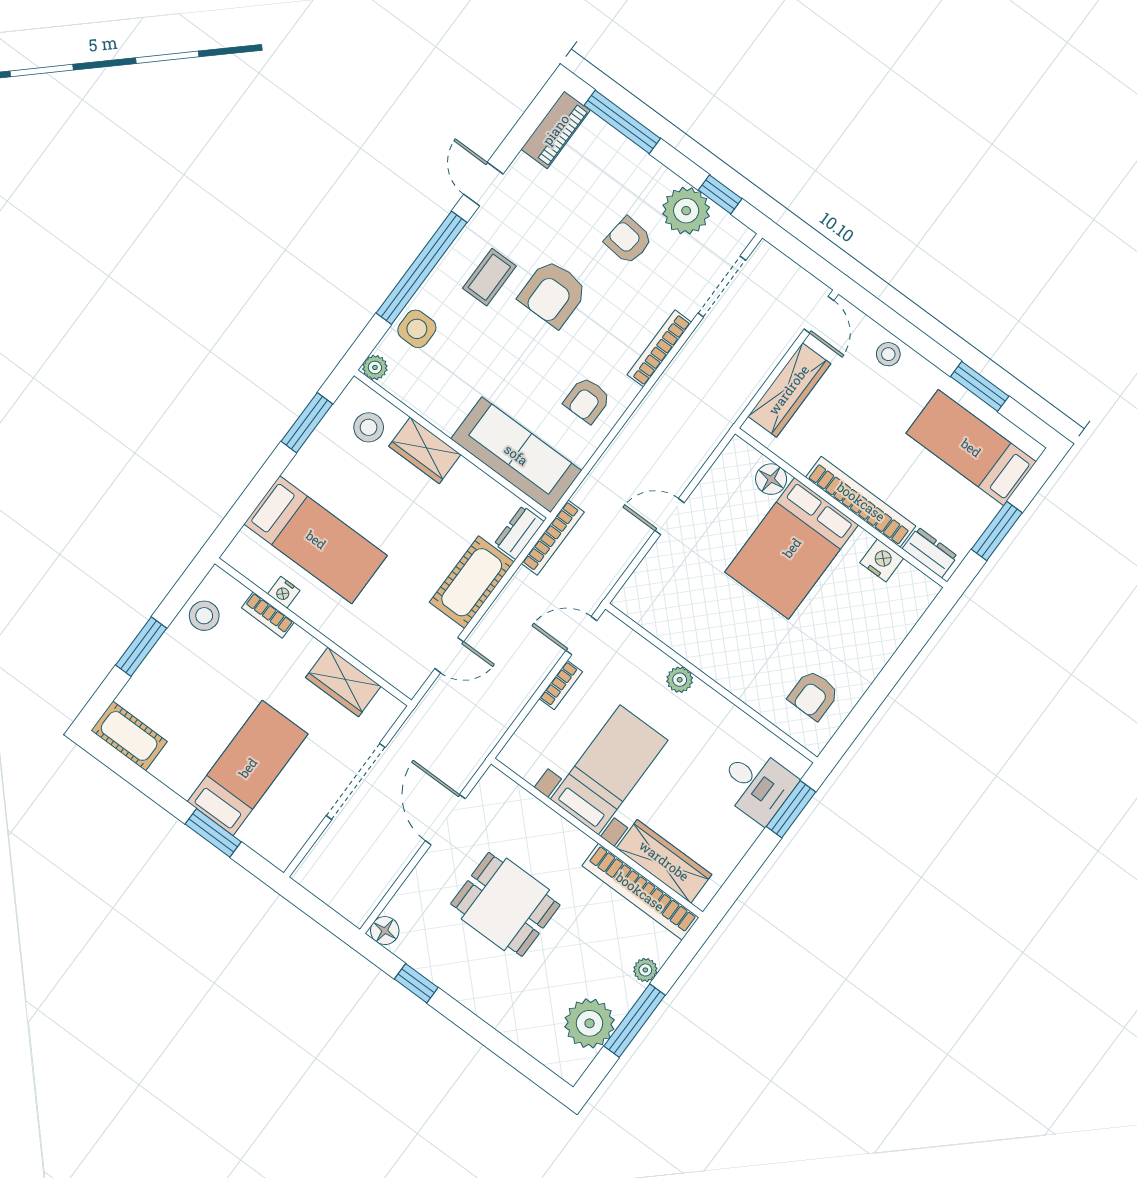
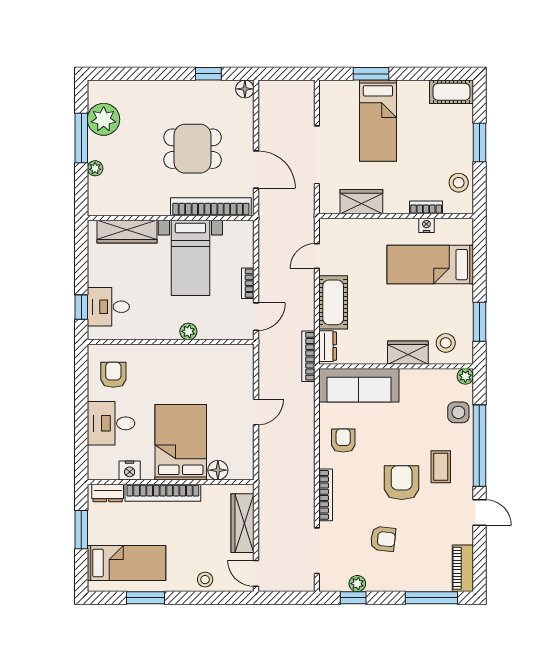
plant: (686, 211) -> (357, 584), width x0.53, depth x0.53
desk: (861, 636) -> (111, 423), added
window: (791, 809) -> (81, 307), width x0.67
bookcase: (640, 892) -> (211, 207), moved

